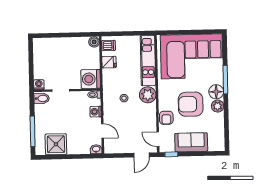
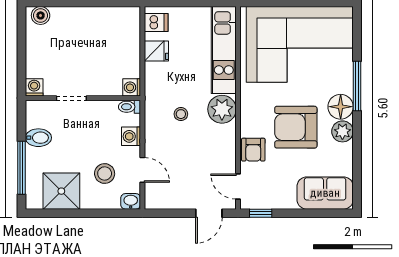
boiler: (94, 42) -> (41, 15), moved
washing machine: (91, 79) -> (132, 87), width x0.53, depth x0.53
bidet: (42, 98) -> (38, 138), moved
stool: (81, 133) -> (105, 173), added
sofa: (191, 142) -> (325, 193), moved

